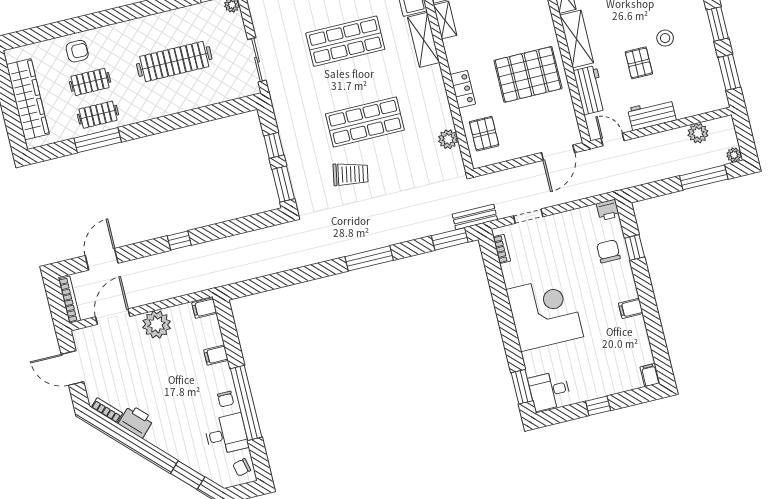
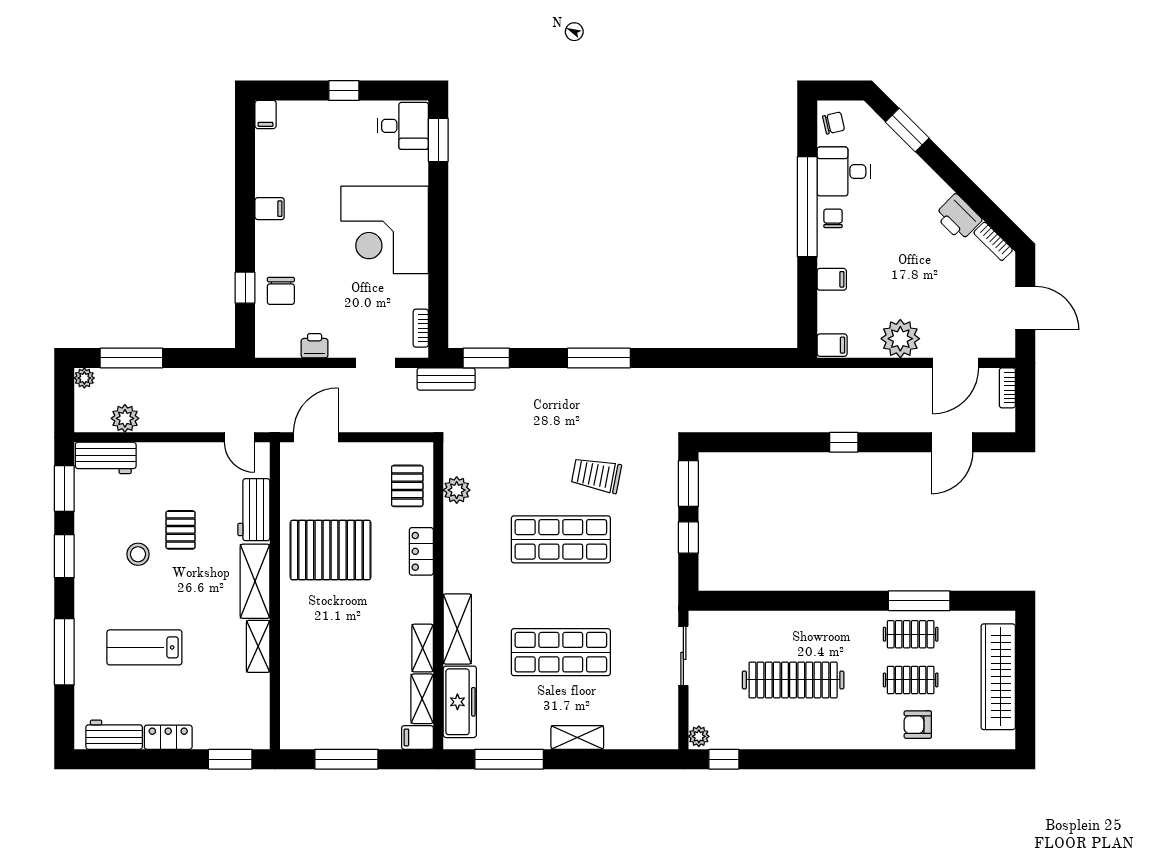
workbench: (652, 114) -> (106, 458), moved
printer: (608, 210) -> (315, 346), moved
bookcase: (69, 300) -> (1007, 388), width x0.64

